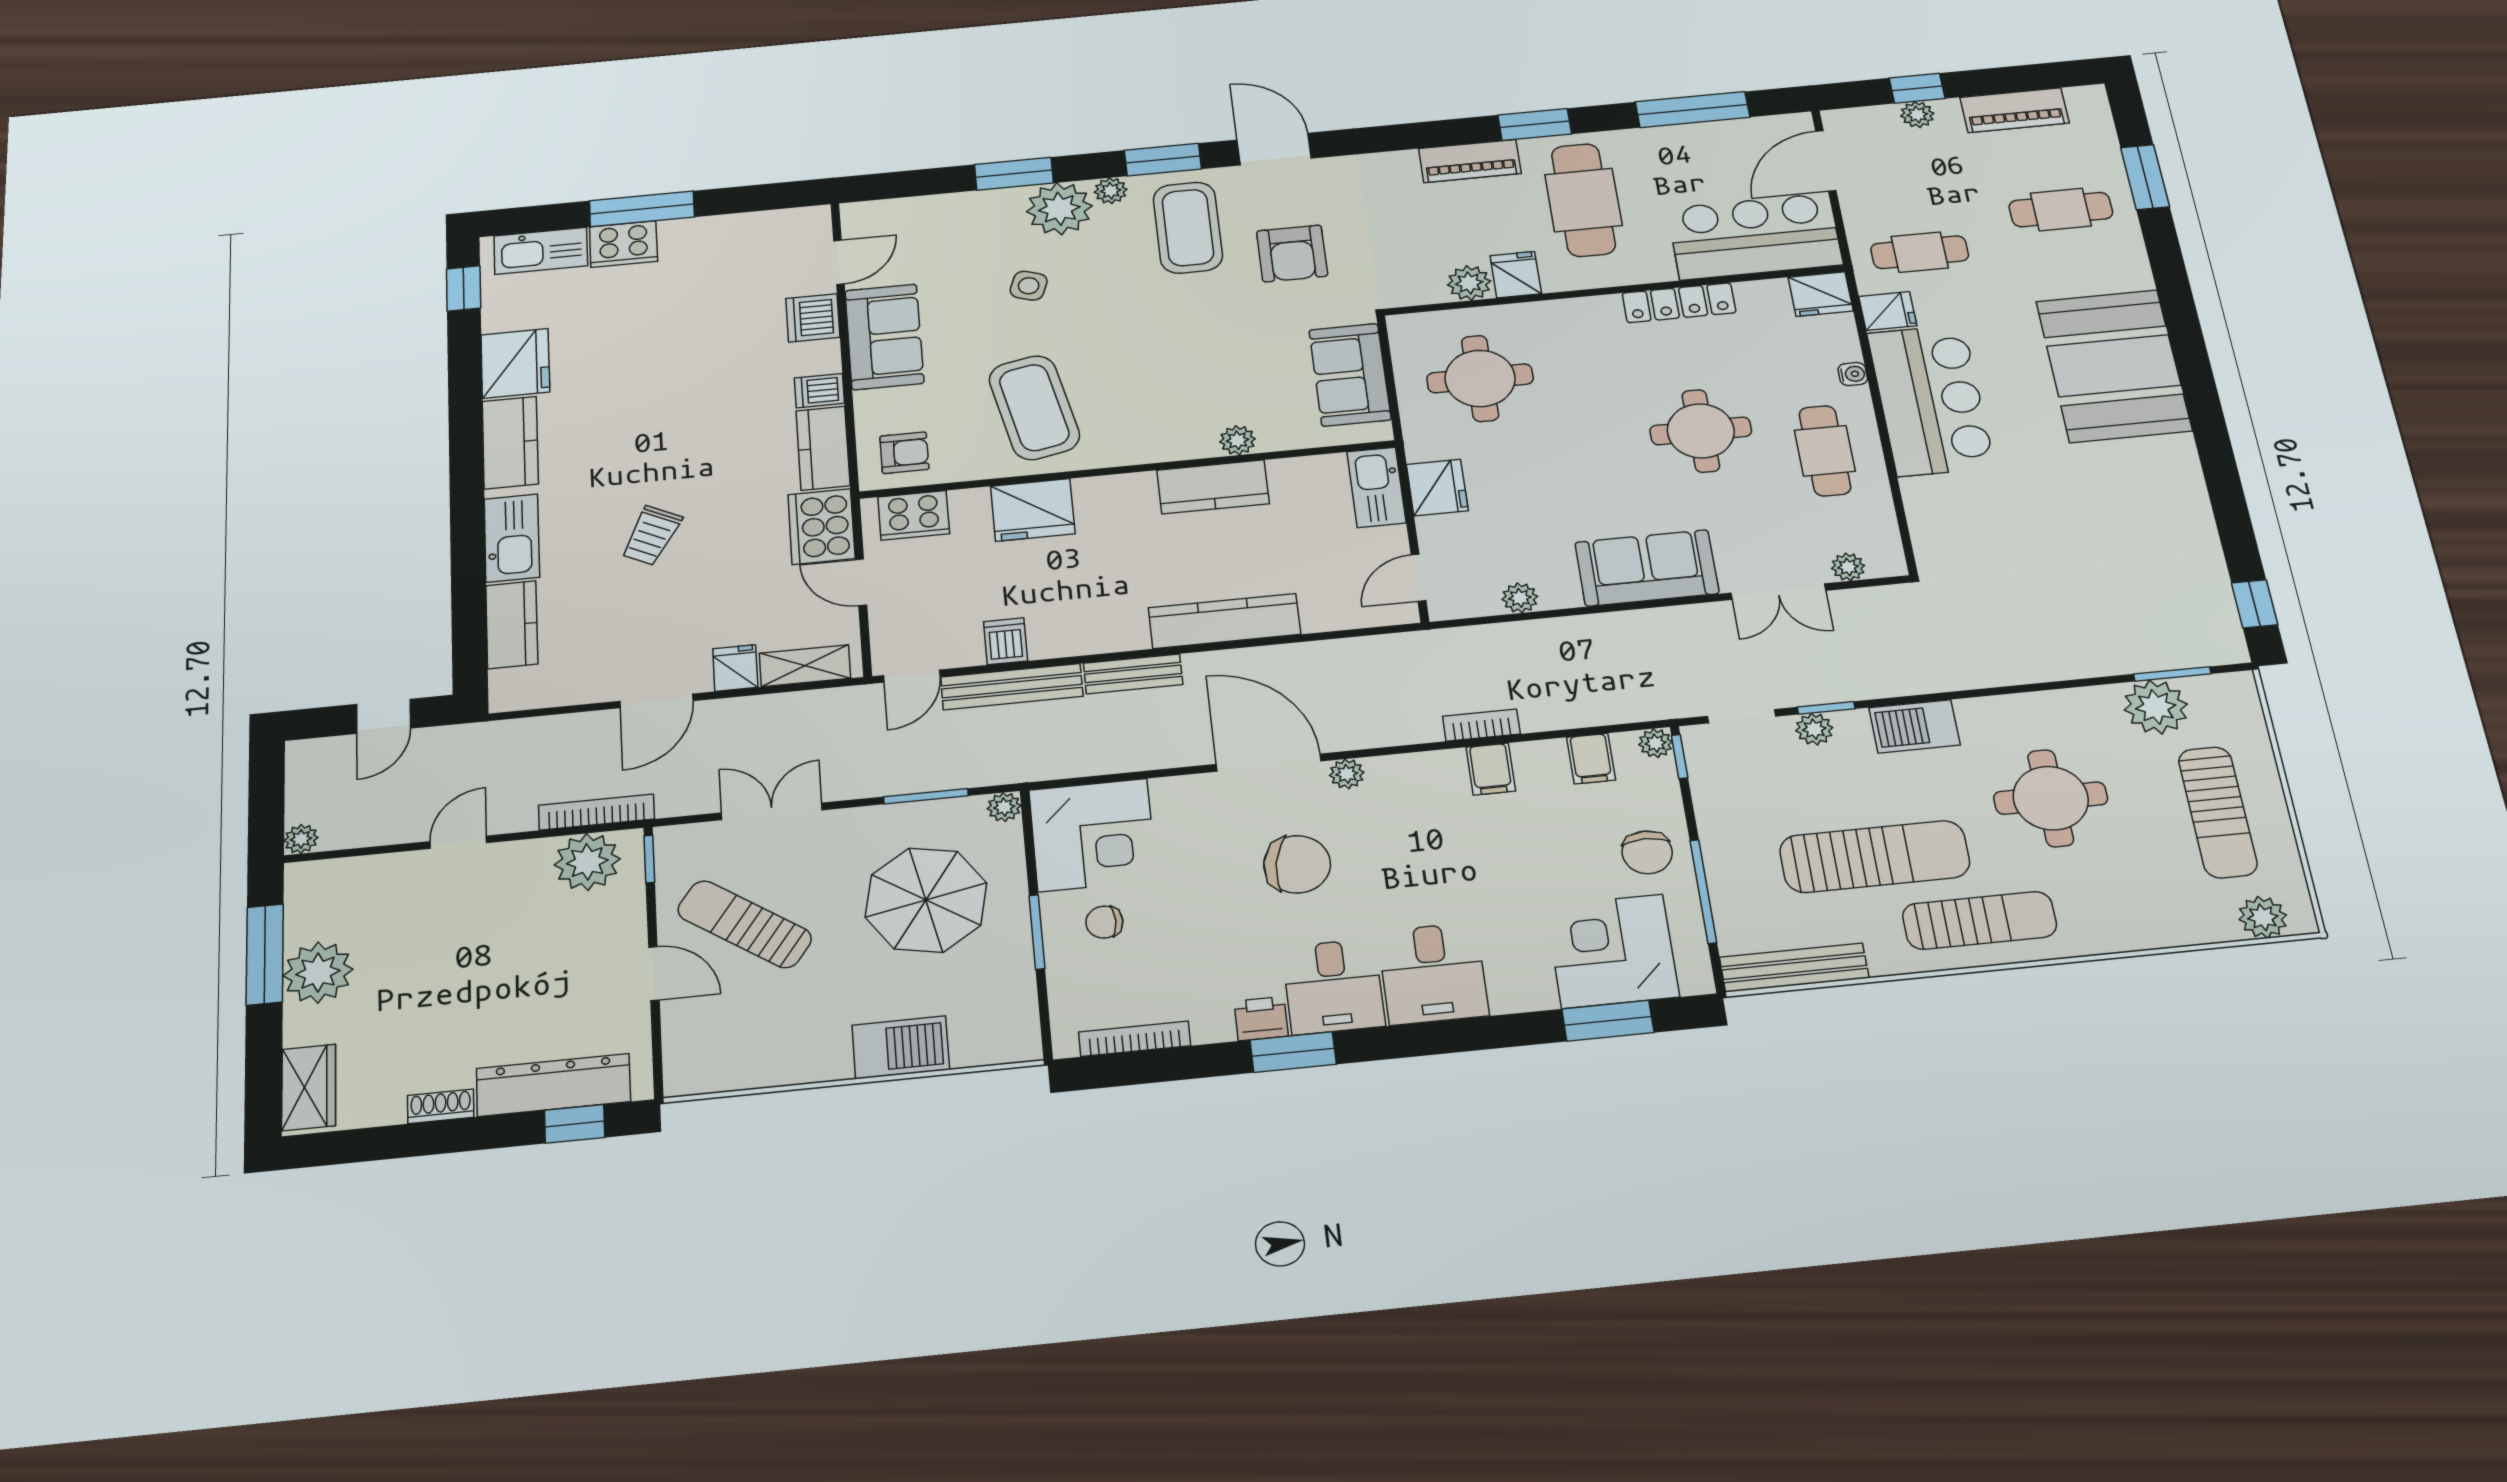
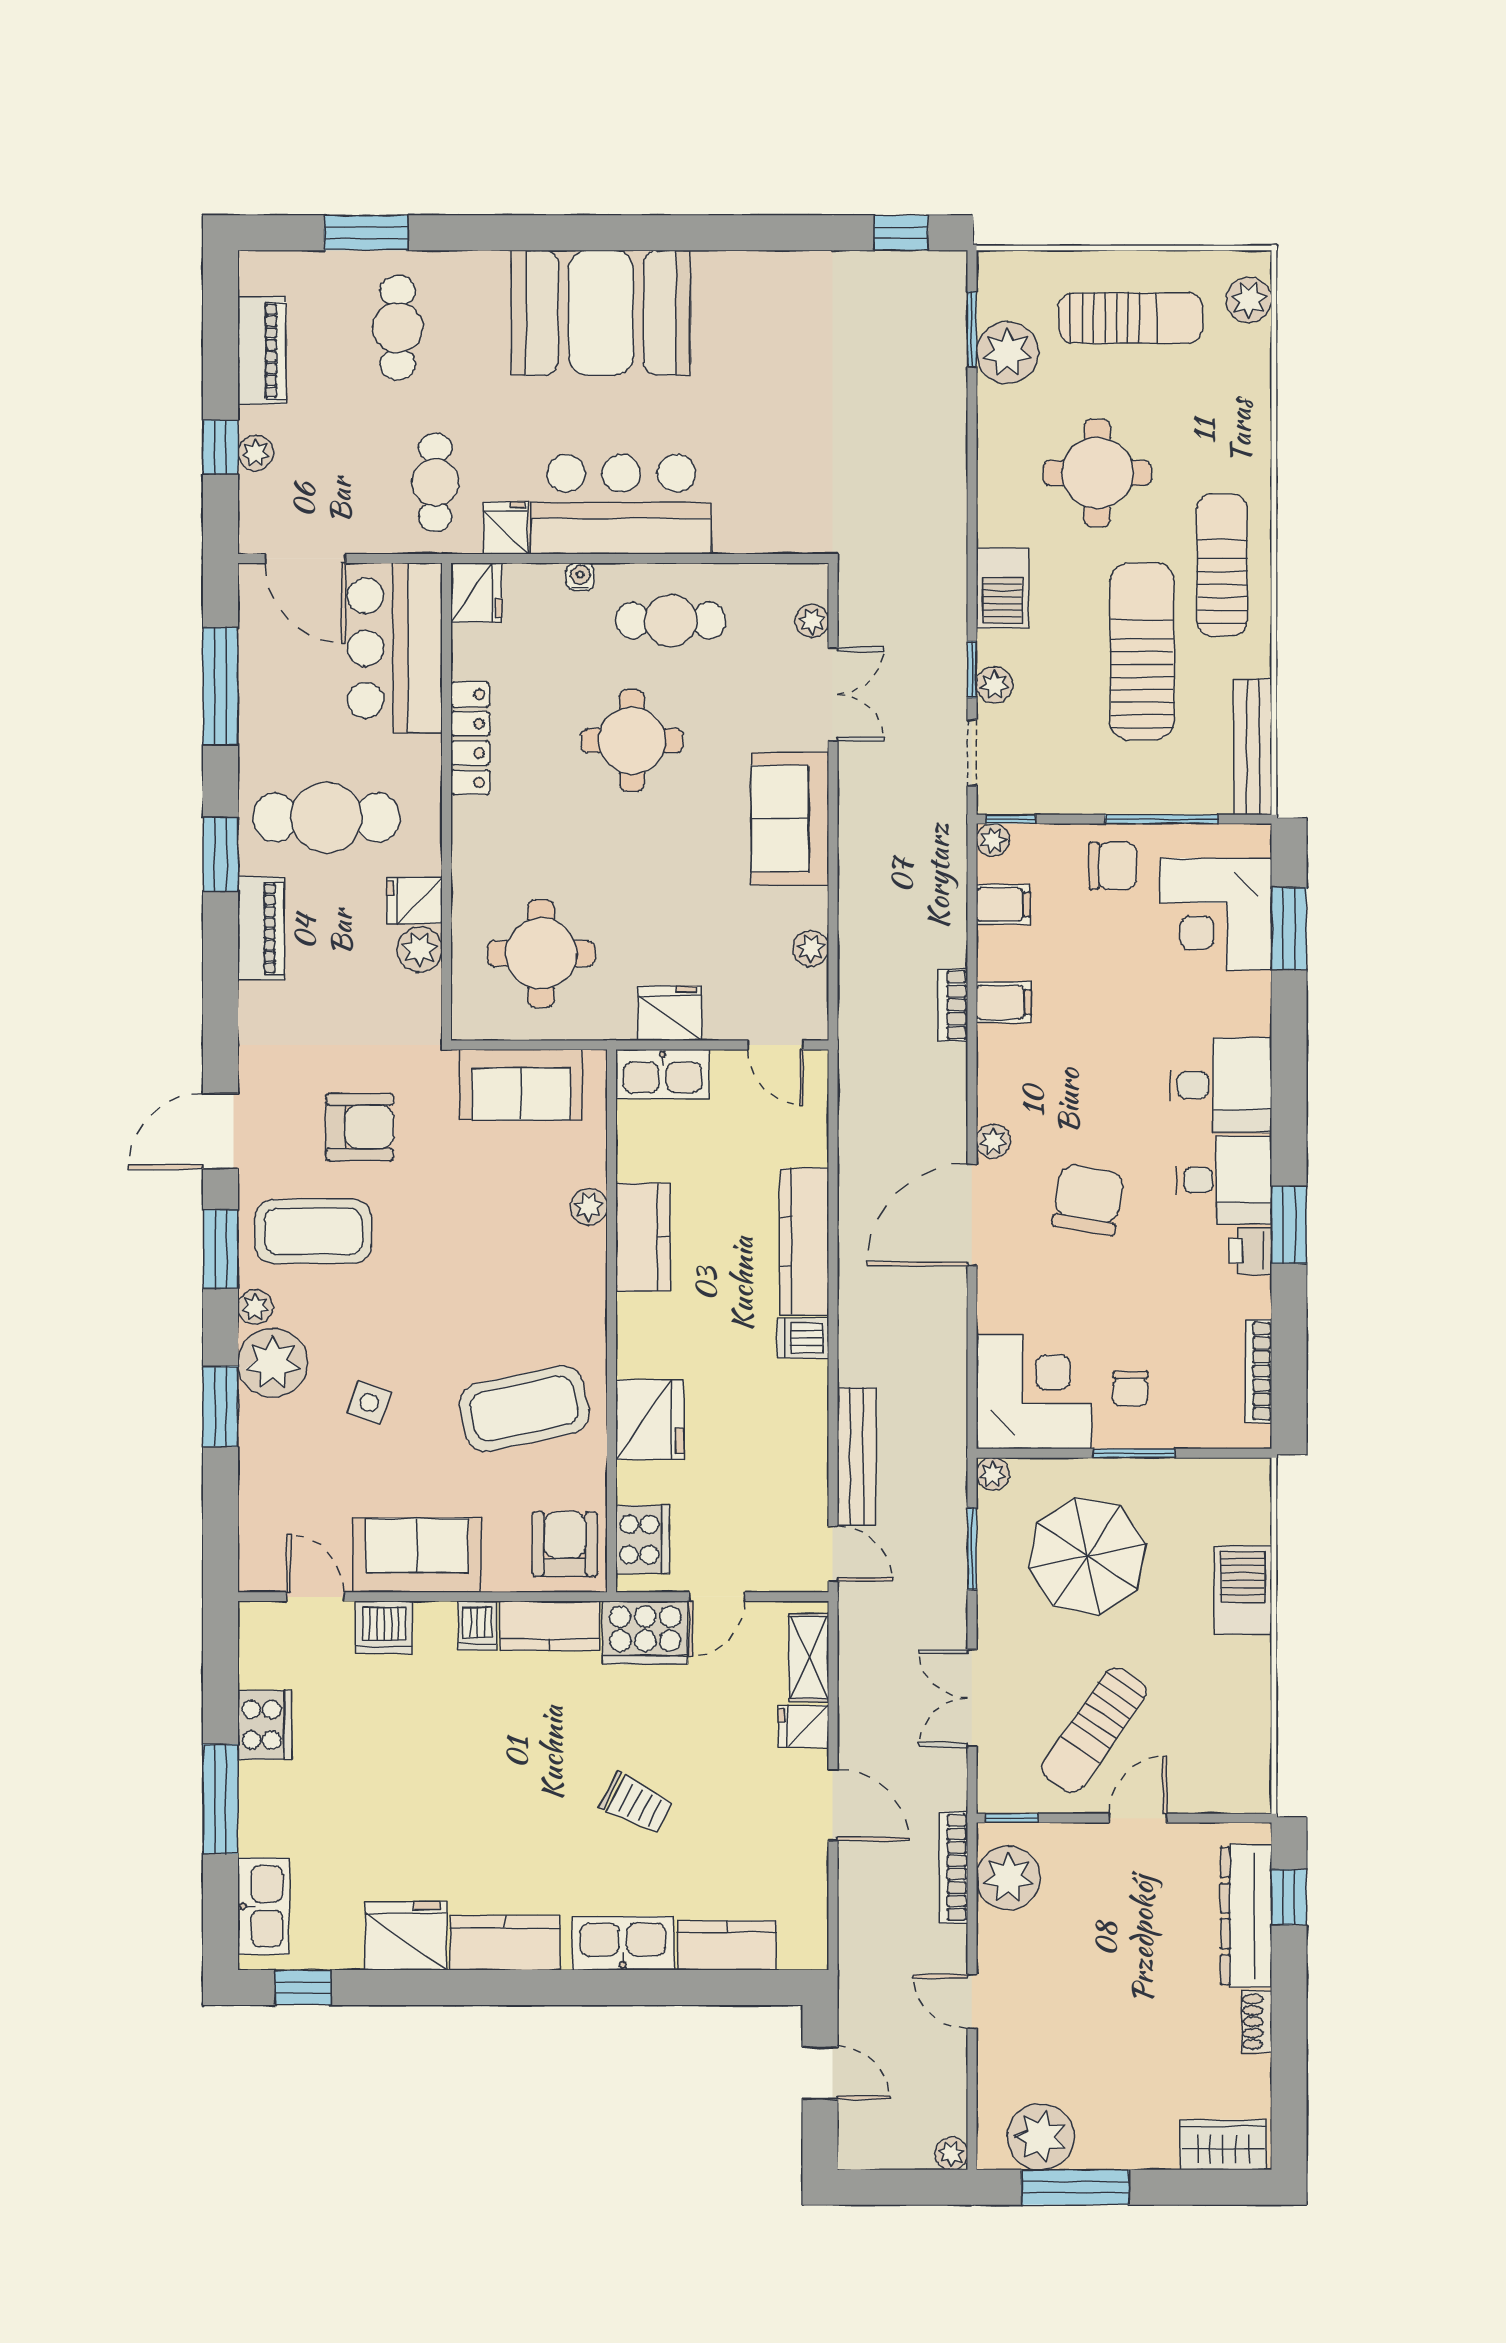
cooker: (623, 244) -> (265, 1725), moved
armchair: (904, 453) -> (565, 1544), width x1.38, depth x1.38
dishwasher: (1006, 641) -> (803, 1338), moved
bench: (1133, 674) -> (855, 1337), removed
plant: (318, 973) -> (1041, 2137), moved

